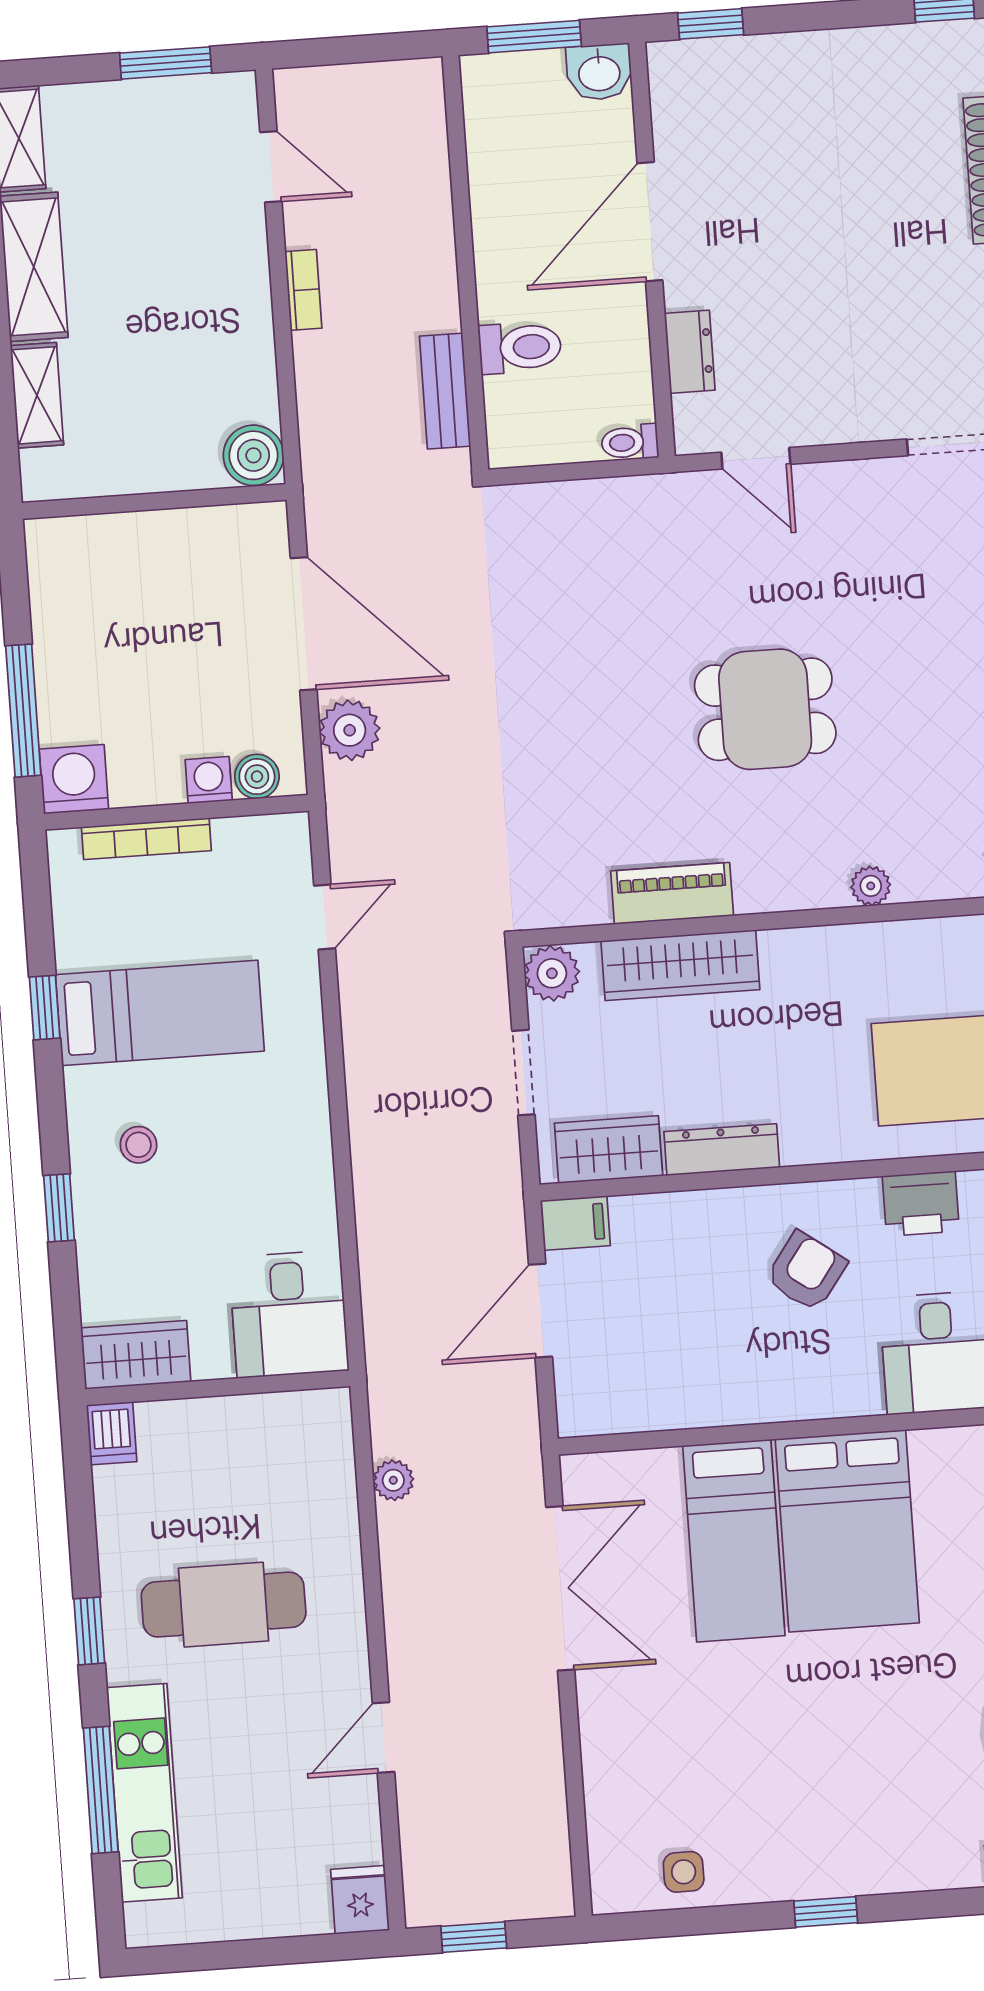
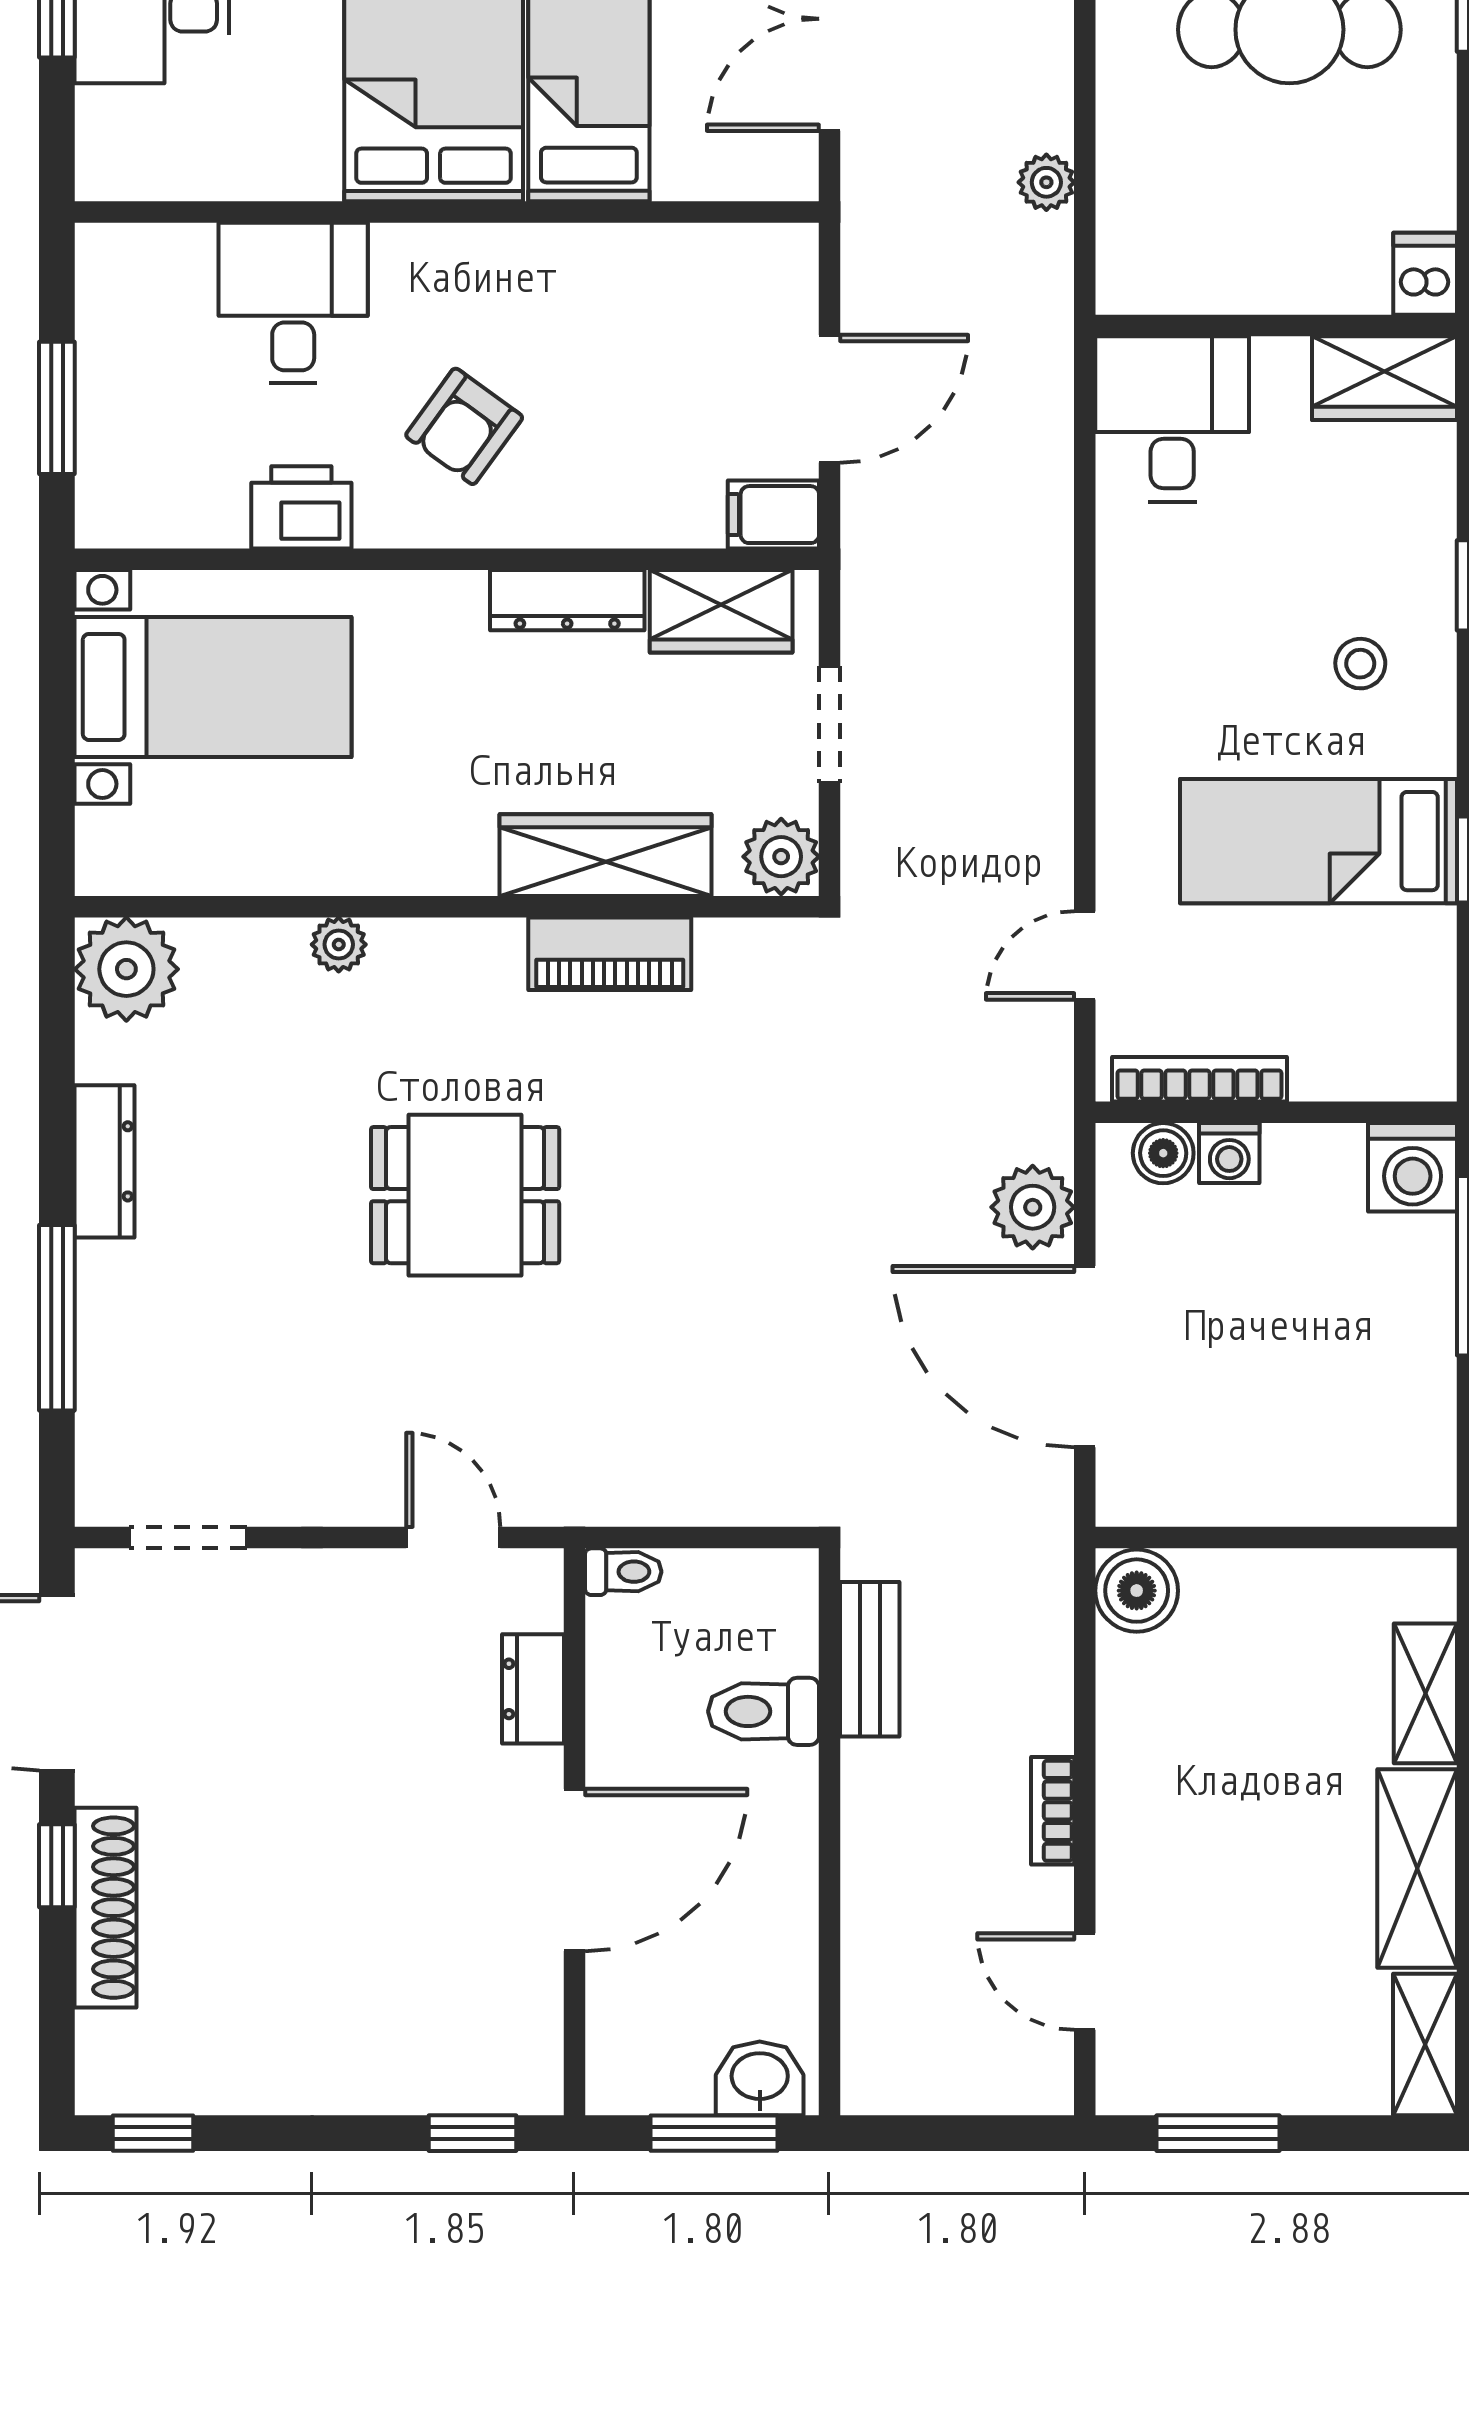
washbasin: (599, 72) -> (760, 2078), moved
bookcase: (146, 839) -> (1199, 1079), moved

